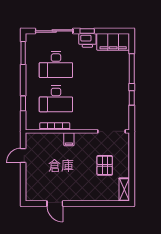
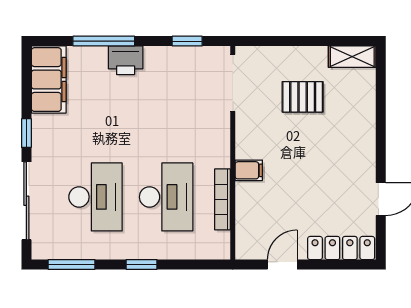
printer: (87, 40) -> (126, 60), moved, turned 90
window: (132, 98) -> (187, 41), moved
window: (23, 103) -> (142, 264), moved
door: (23, 155) -> (282, 264), swing flipped
locker: (31, 184) -> (341, 248), added

